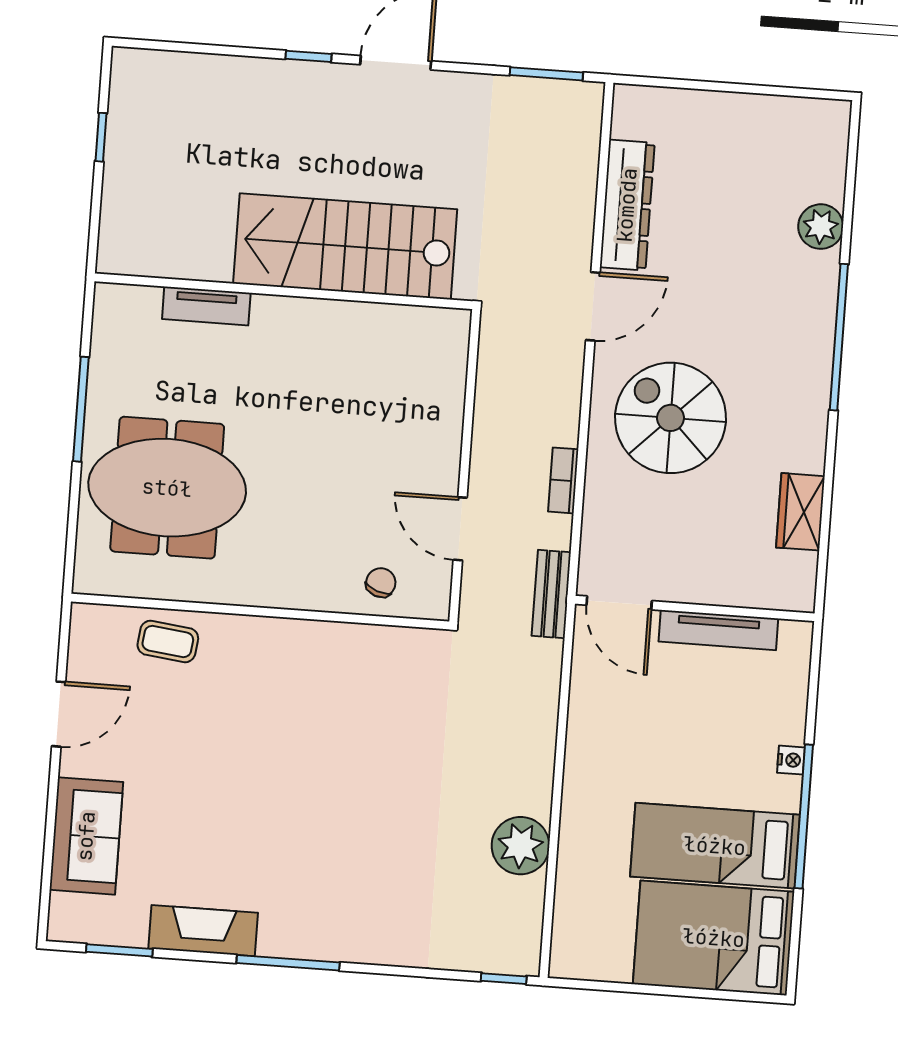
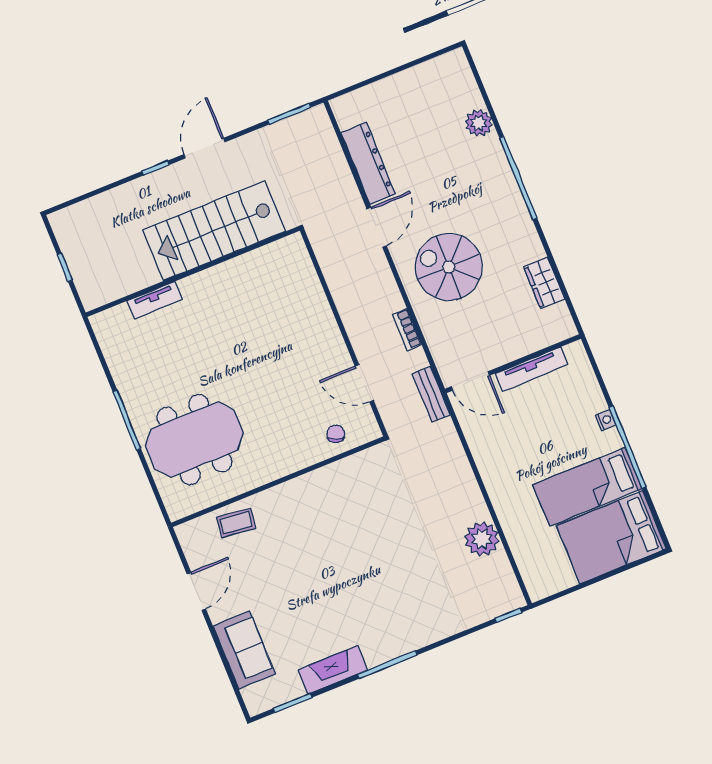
stairs: (345, 246) -> (214, 231), moved
wall: (284, 291) -> (193, 272), moved
tv unit: (206, 306) -> (155, 300), moved

